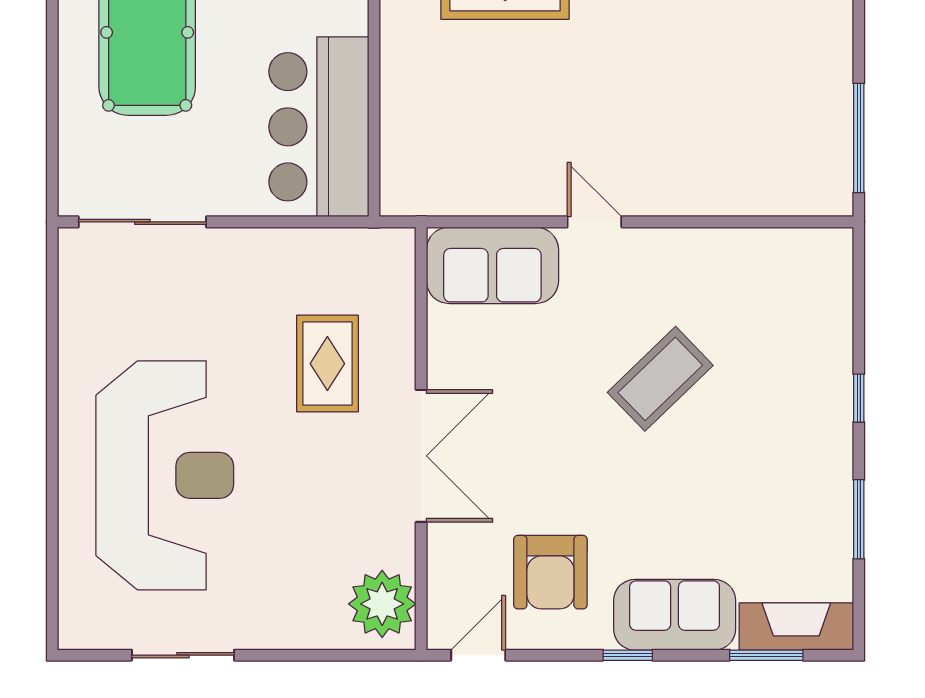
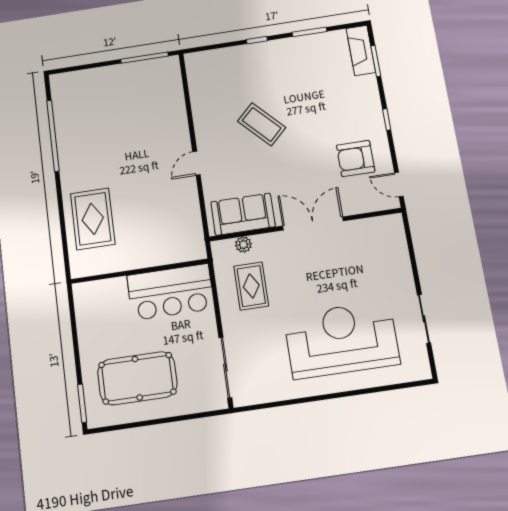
sofa: (492, 265) -> (243, 214), moved, turned -90
rug: (327, 364) -> (251, 286), moved, turned 90
armchair: (550, 572) -> (356, 158), turned 180
plant: (382, 604) -> (243, 245), moved, width x0.53, depth x0.53
sofa: (675, 615) -> (365, 102), removed

